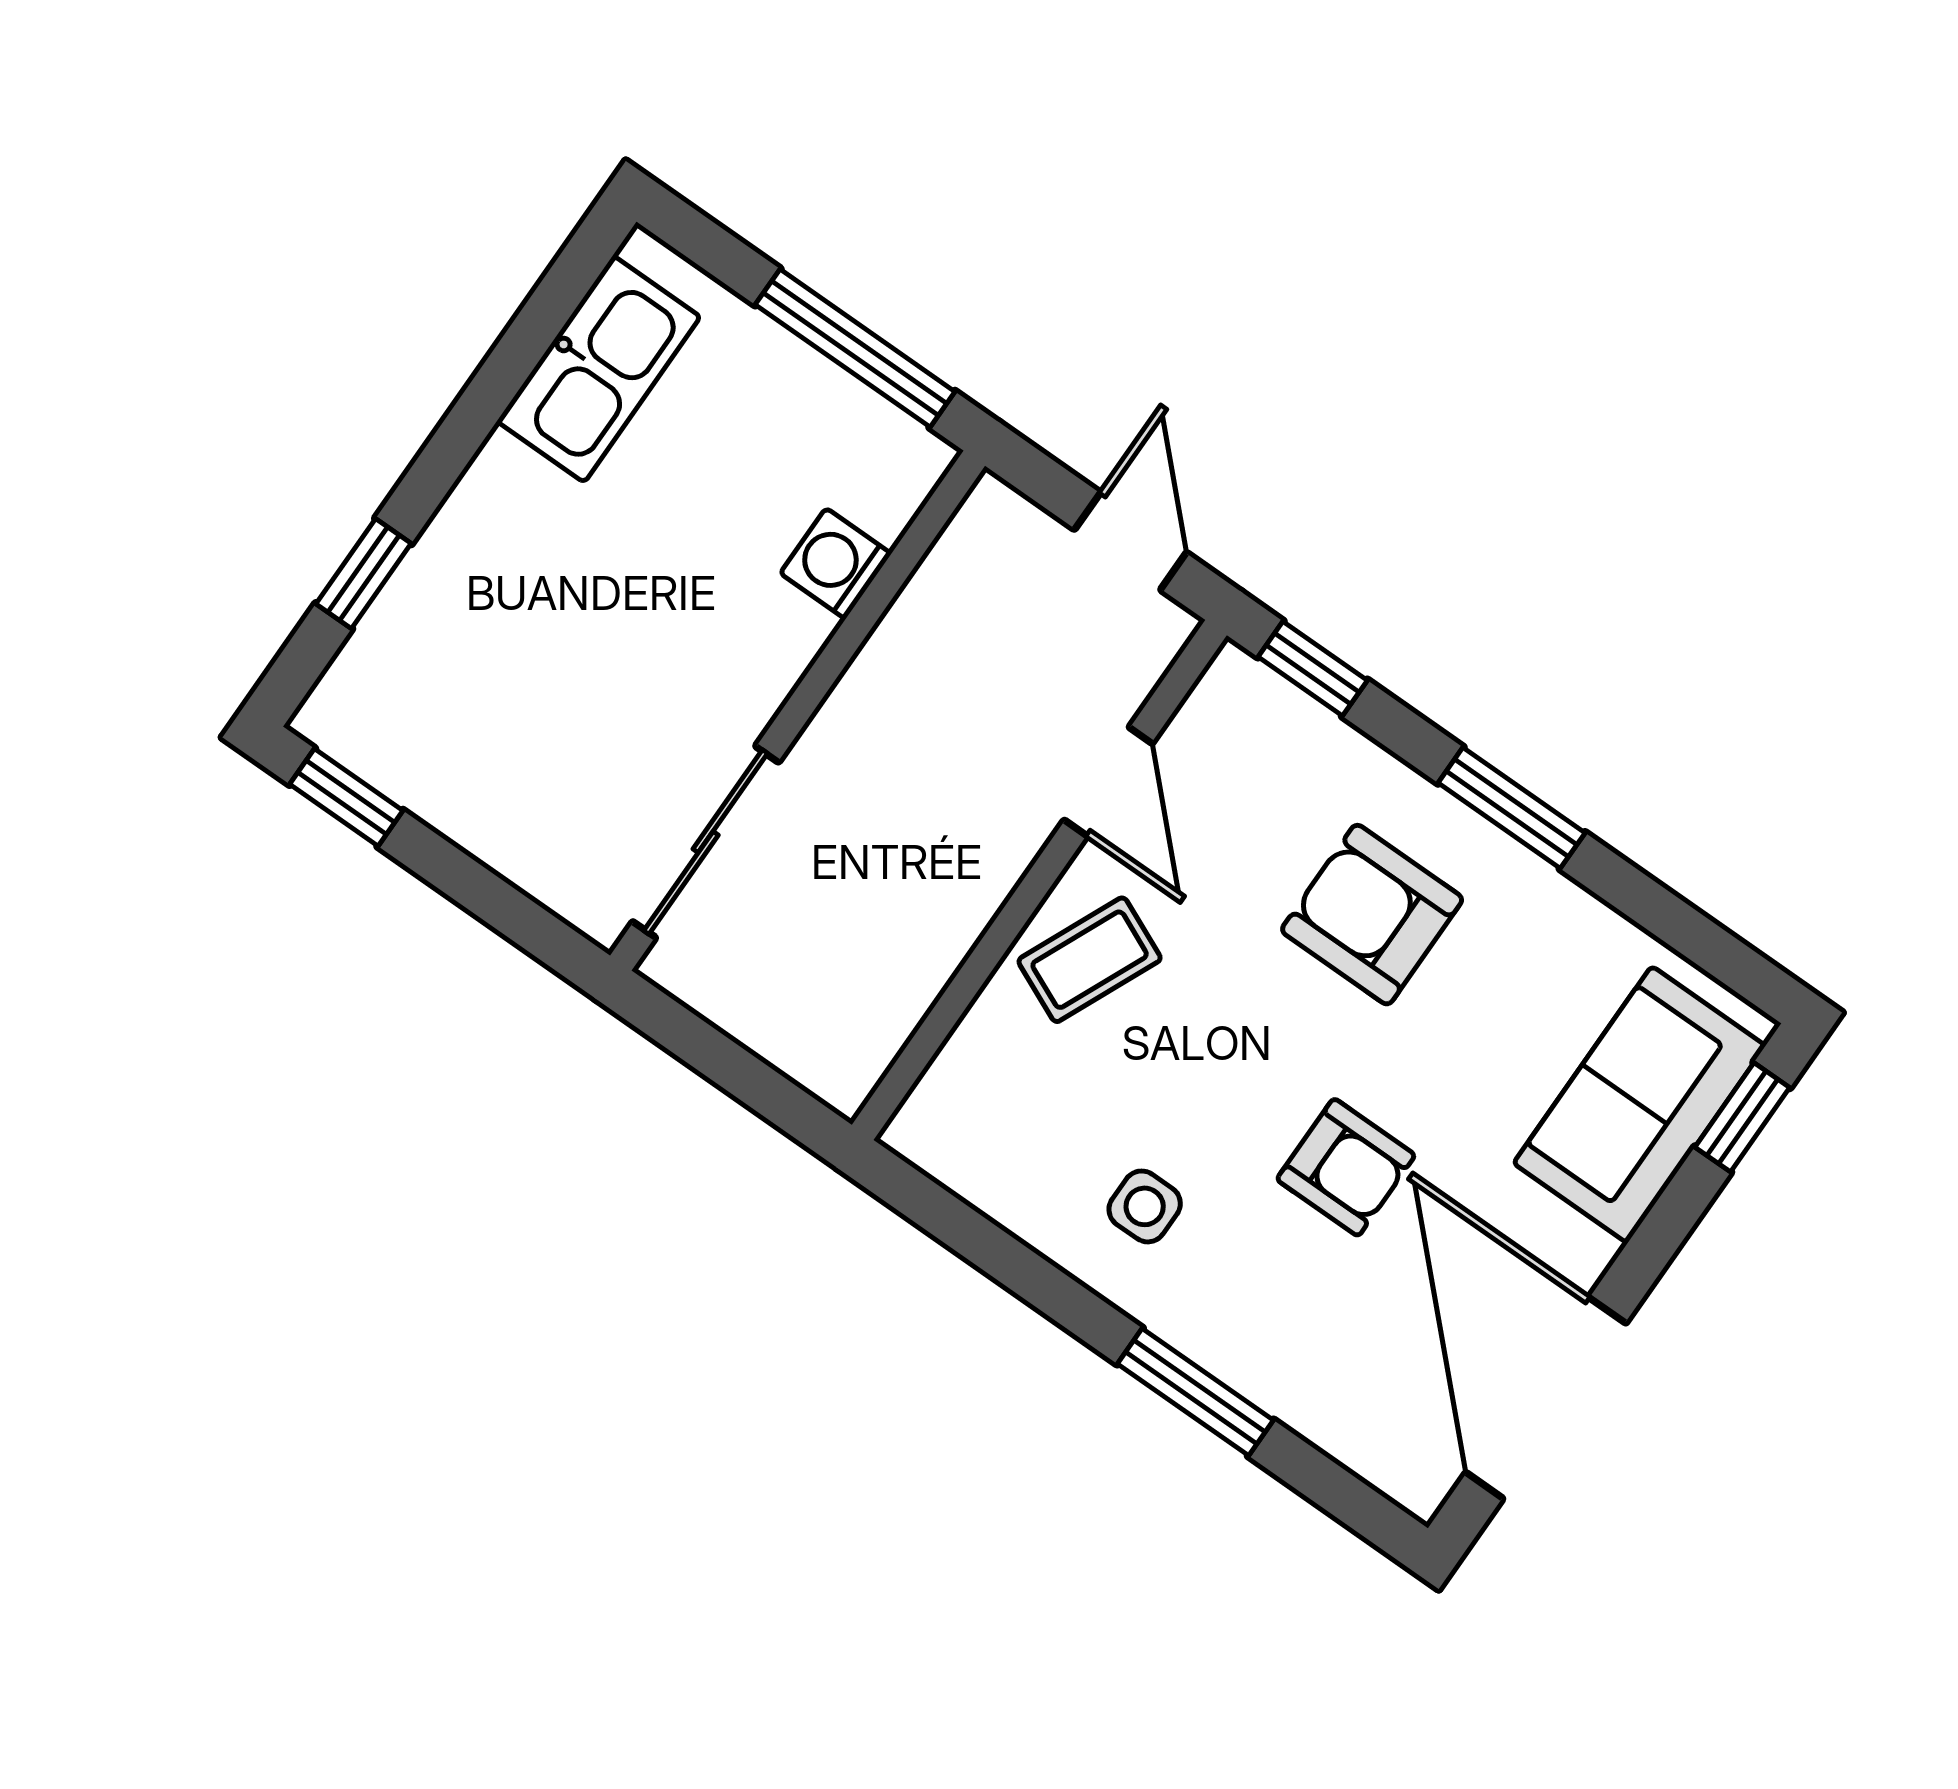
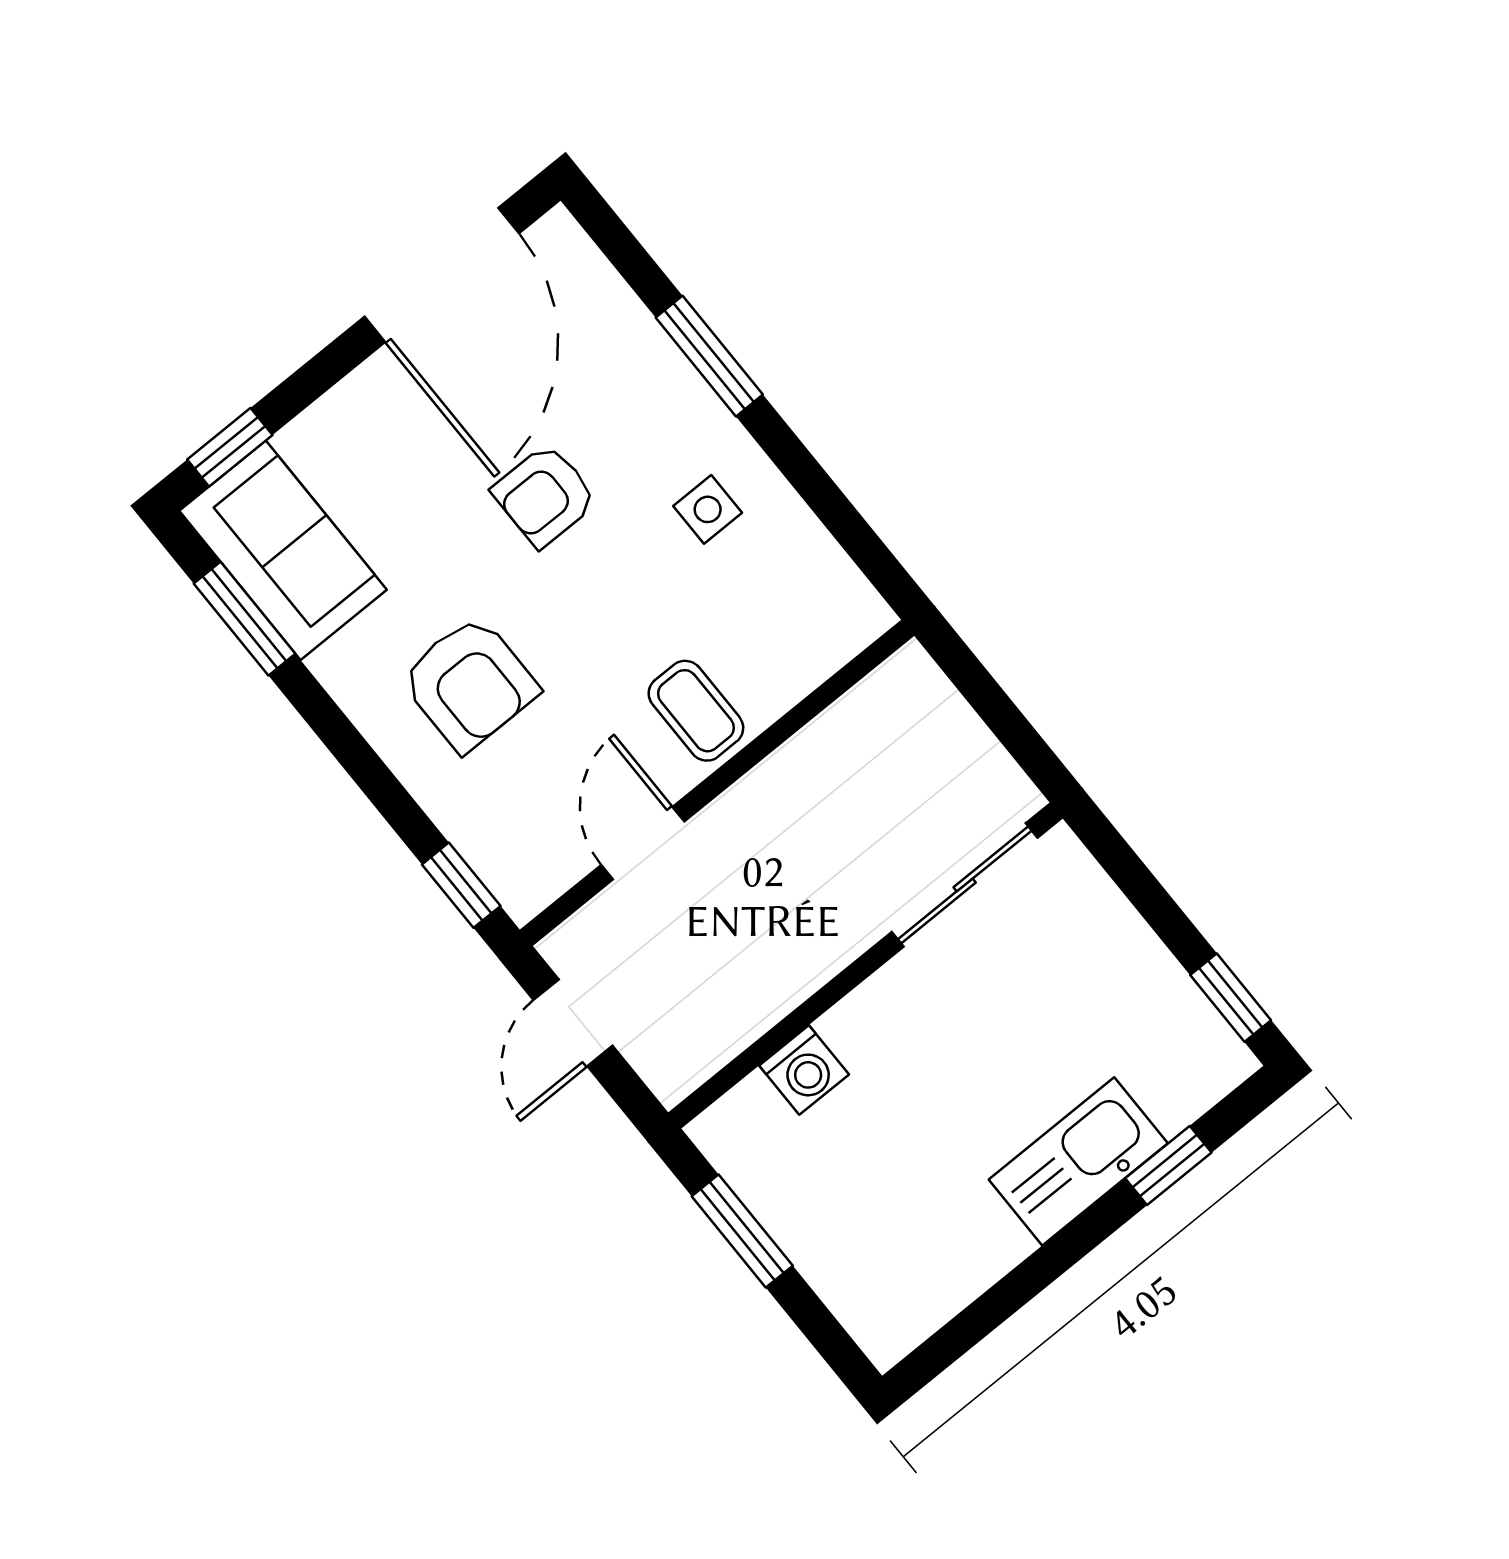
window: (855, 348) -> (742, 1231), width x0.69
kitchen sink: (599, 369) -> (1078, 1161), moved
window: (1512, 808) -> (245, 619), moved
coffee table: (1090, 960) -> (696, 711), turned 66
sofa: (1639, 1105) -> (283, 550), moved, turned -90
armchair: (1346, 1167) -> (545, 495), turned -90

